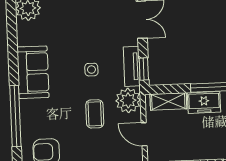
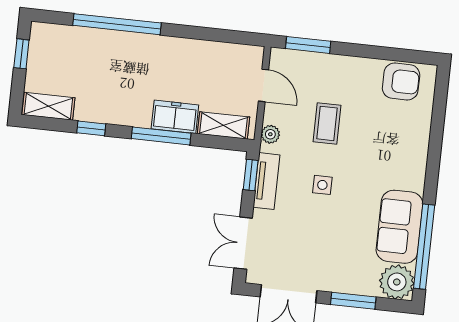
sofa: (33, 72) -> (399, 227), moved
plant: (128, 100) -> (270, 134), width x0.53, depth x0.53
window: (15, 116) -> (424, 247), moved

